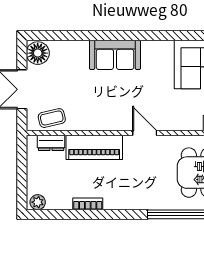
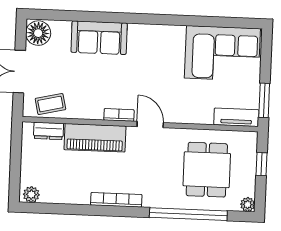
sofa: (115, 55) -> (99, 38), moved
bookcase: (115, 125) -> (119, 115), added
bookcase: (88, 204) -> (116, 200), moved, width x1.56

